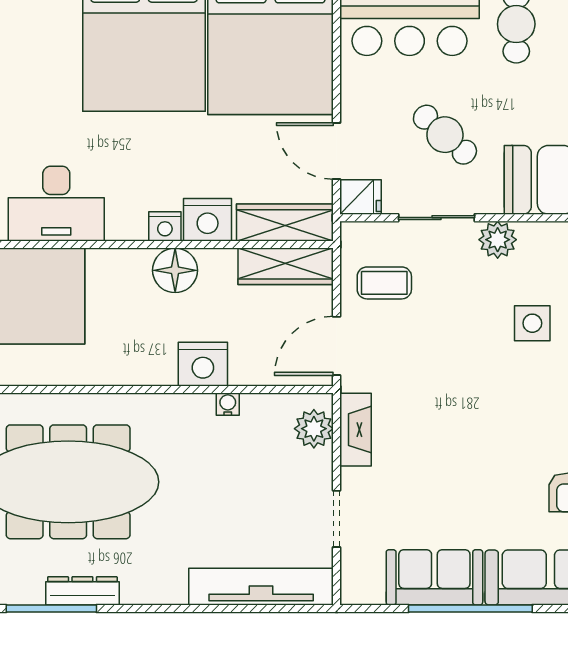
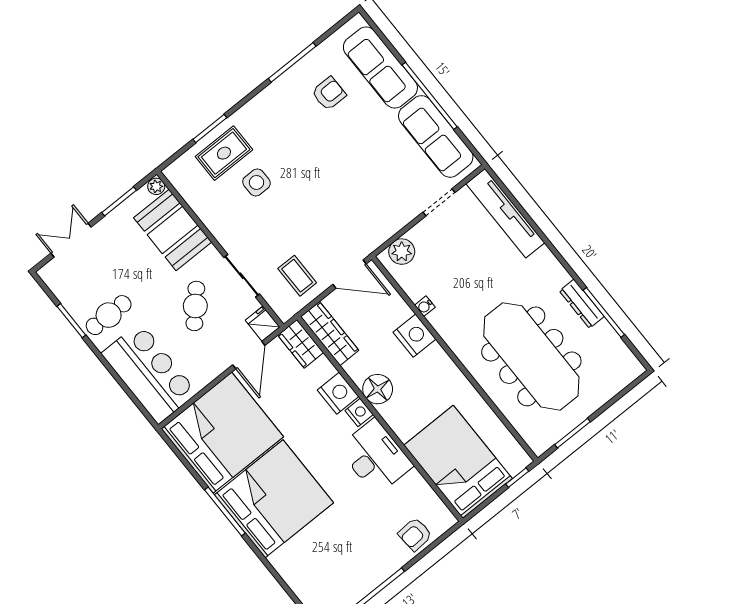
desk: (56, 204) -> (375, 457), moved
wardrobe: (285, 223) -> (301, 344), width x0.67
plant: (498, 240) -> (228, 235), removed
fireplace: (356, 430) -> (385, 230), removed
sofa: (434, 577) -> (436, 136), width x1.36

